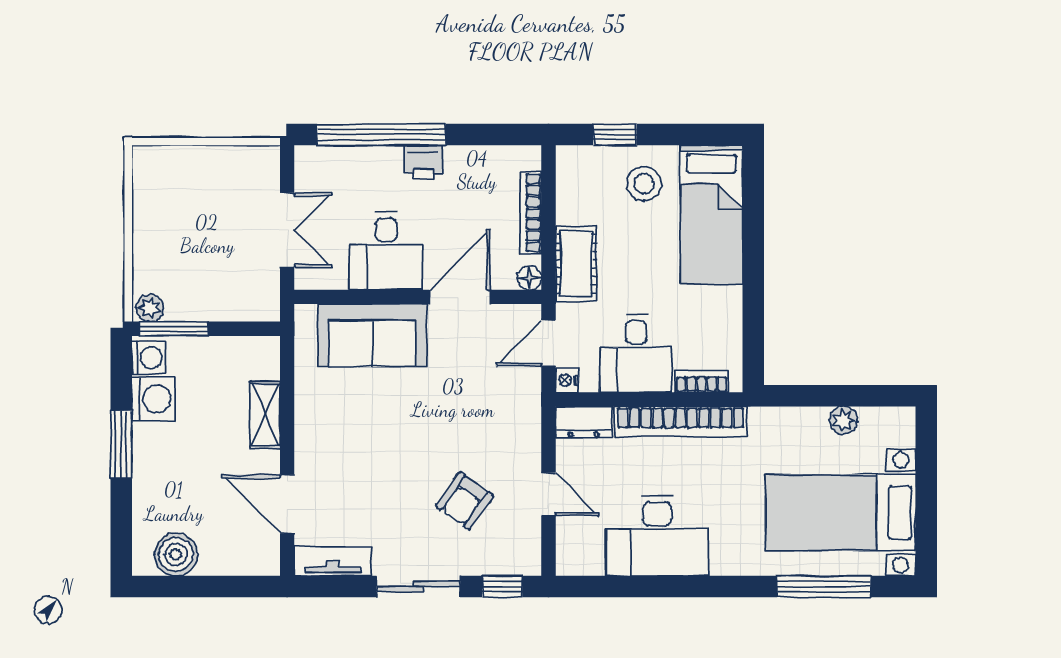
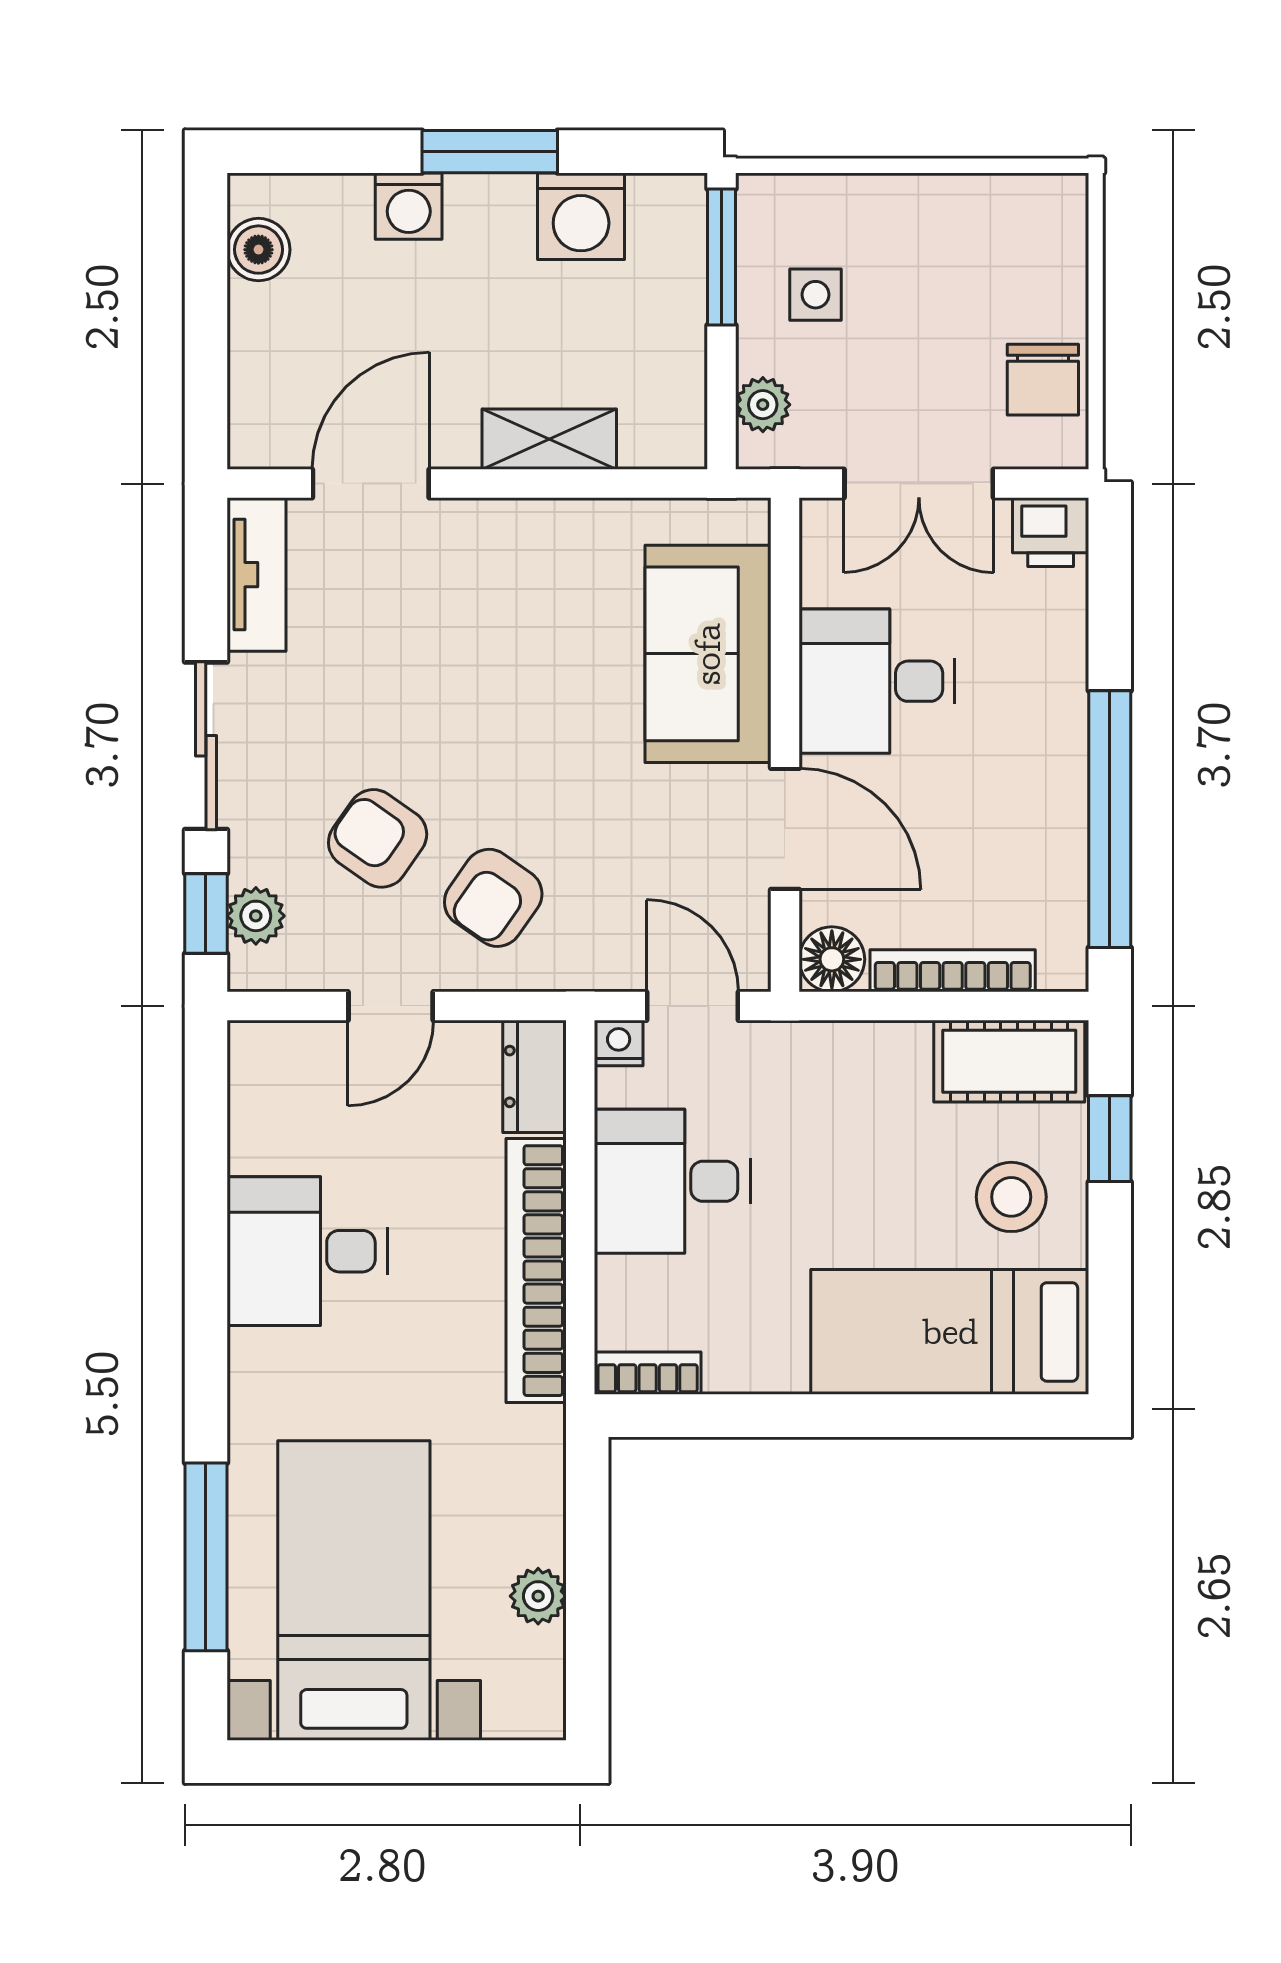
window: (381, 134) -> (1110, 819), moved
printer: (423, 162) -> (1051, 532), moved, turned -90
chair: (235, 168) -> (1043, 380), added
cot: (576, 264) -> (1009, 1061), moved
floor lamp: (529, 278) -> (832, 959), width x1.37, depth x1.37
side table: (193, 282) -> (816, 295), added
plant: (150, 308) -> (763, 405), moved
washing machine: (148, 358) -> (409, 206), moved
bookcase: (702, 382) -> (648, 1373), moved, turned -90
armchair: (494, 443) -> (493, 898), added
desk: (657, 536) -> (308, 1251), width x0.73
boiler: (176, 555) -> (258, 250), width x0.73, depth x0.73
plant: (503, 562) -> (256, 916), added

